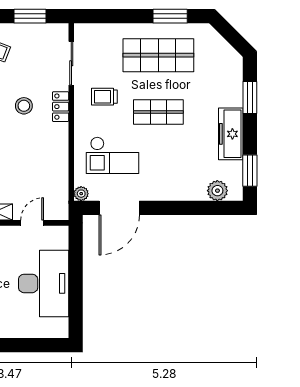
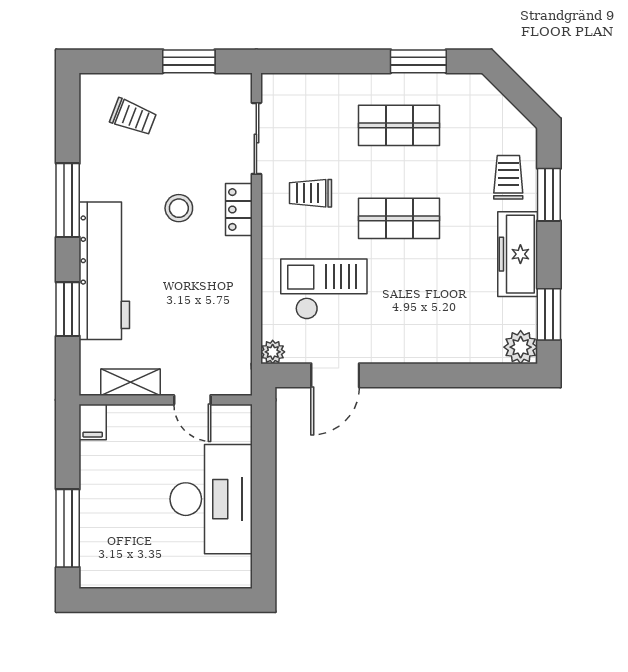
shop shelf: (158, 55) -> (399, 125), width x0.70, depth x0.74
trolley: (225, 87) -> (508, 177), added
checkout: (112, 155) -> (324, 289), turned 180
plant: (217, 191) -> (521, 347), moved
door: (119, 208) -> (335, 375), width x0.73
door: (32, 223) -> (192, 400), swing flipped

